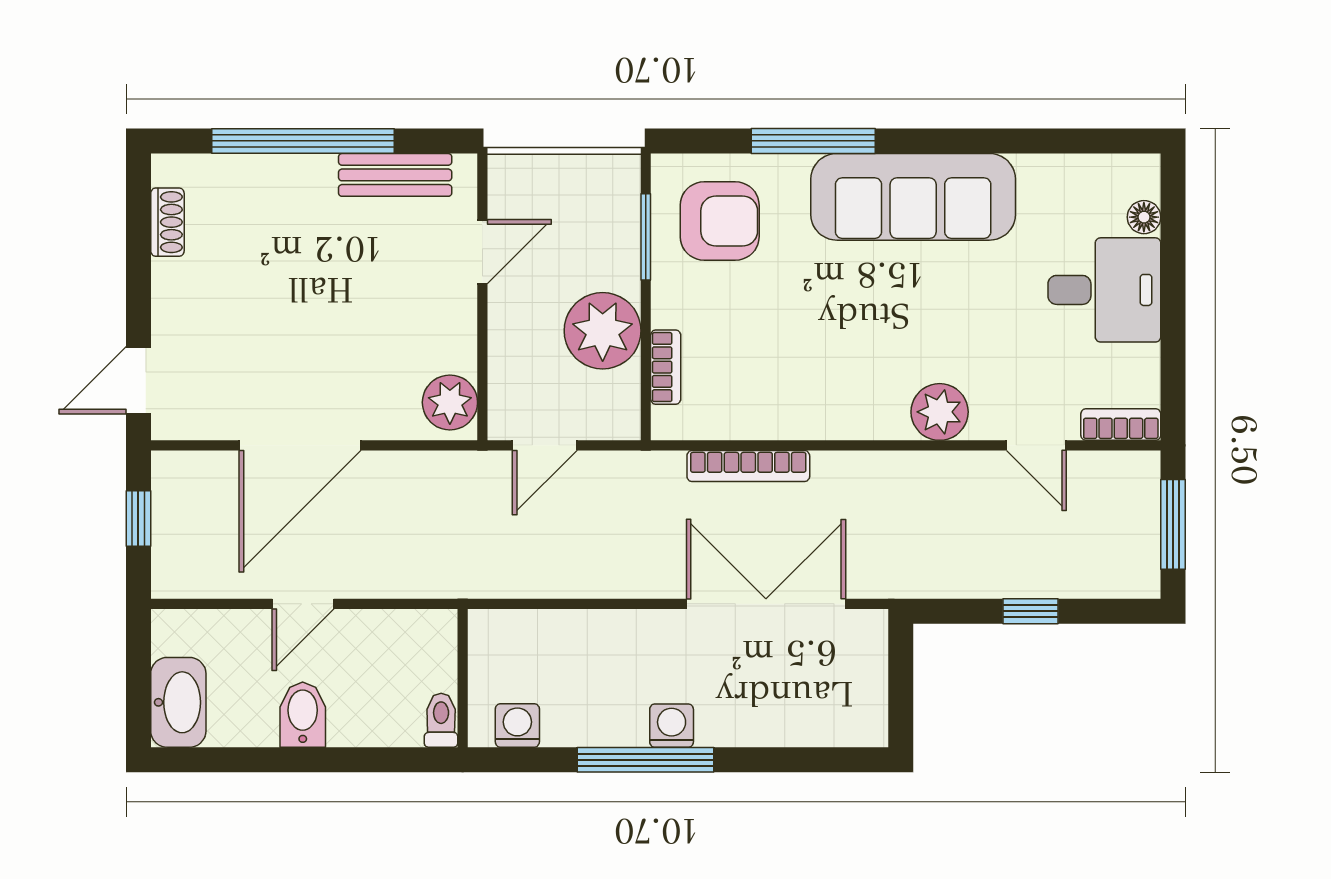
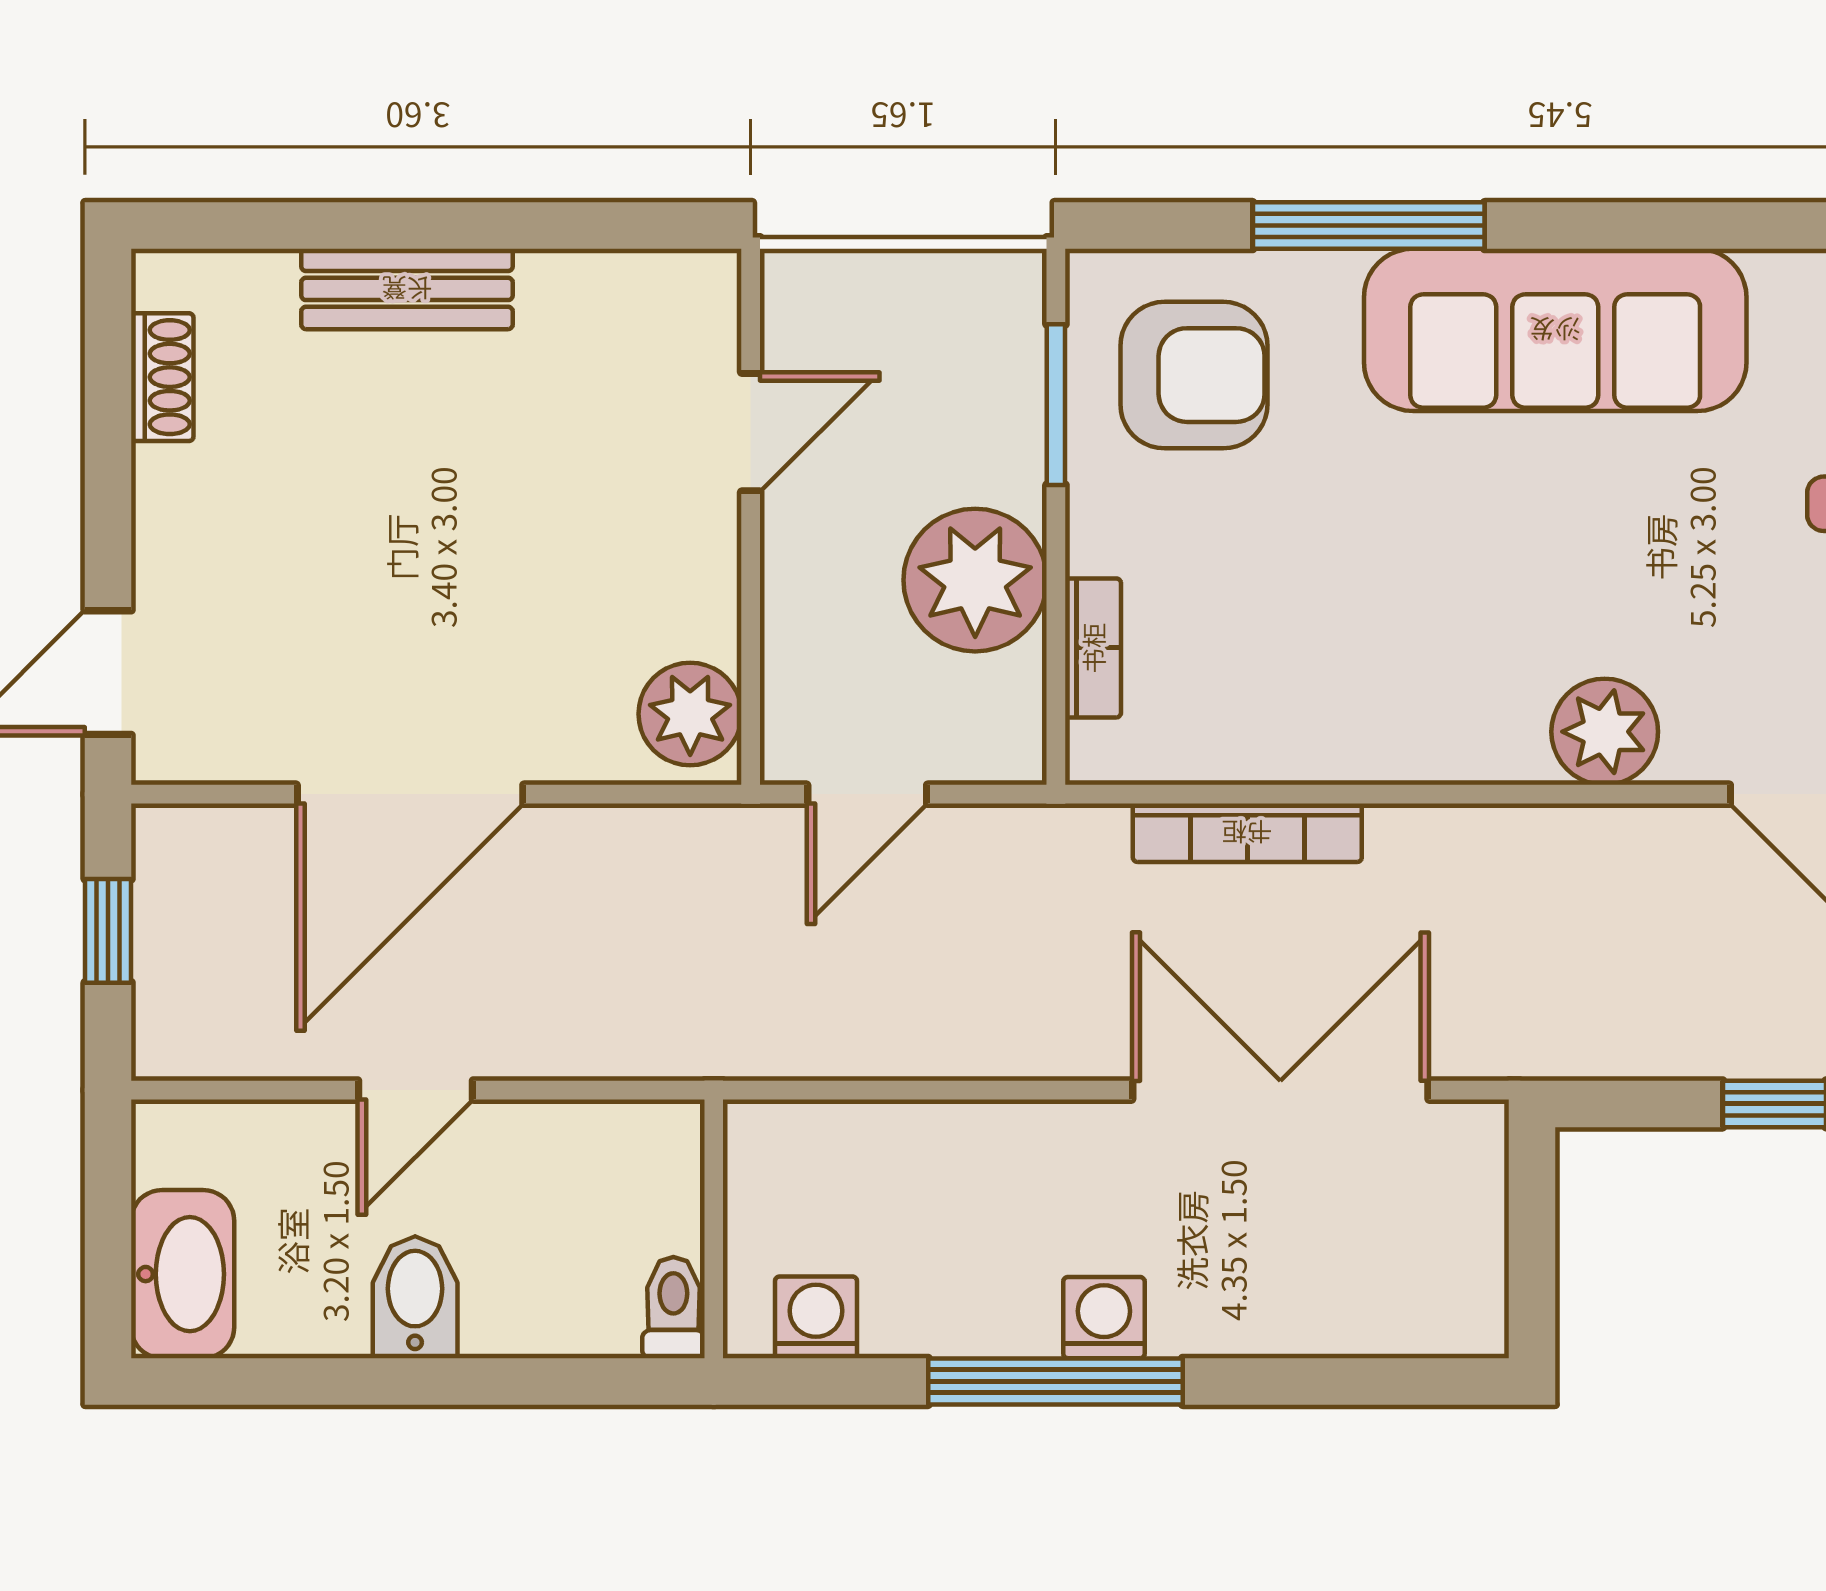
window: (303, 141) -> (416, 226), removed
bench: (395, 175) -> (407, 289), moved

